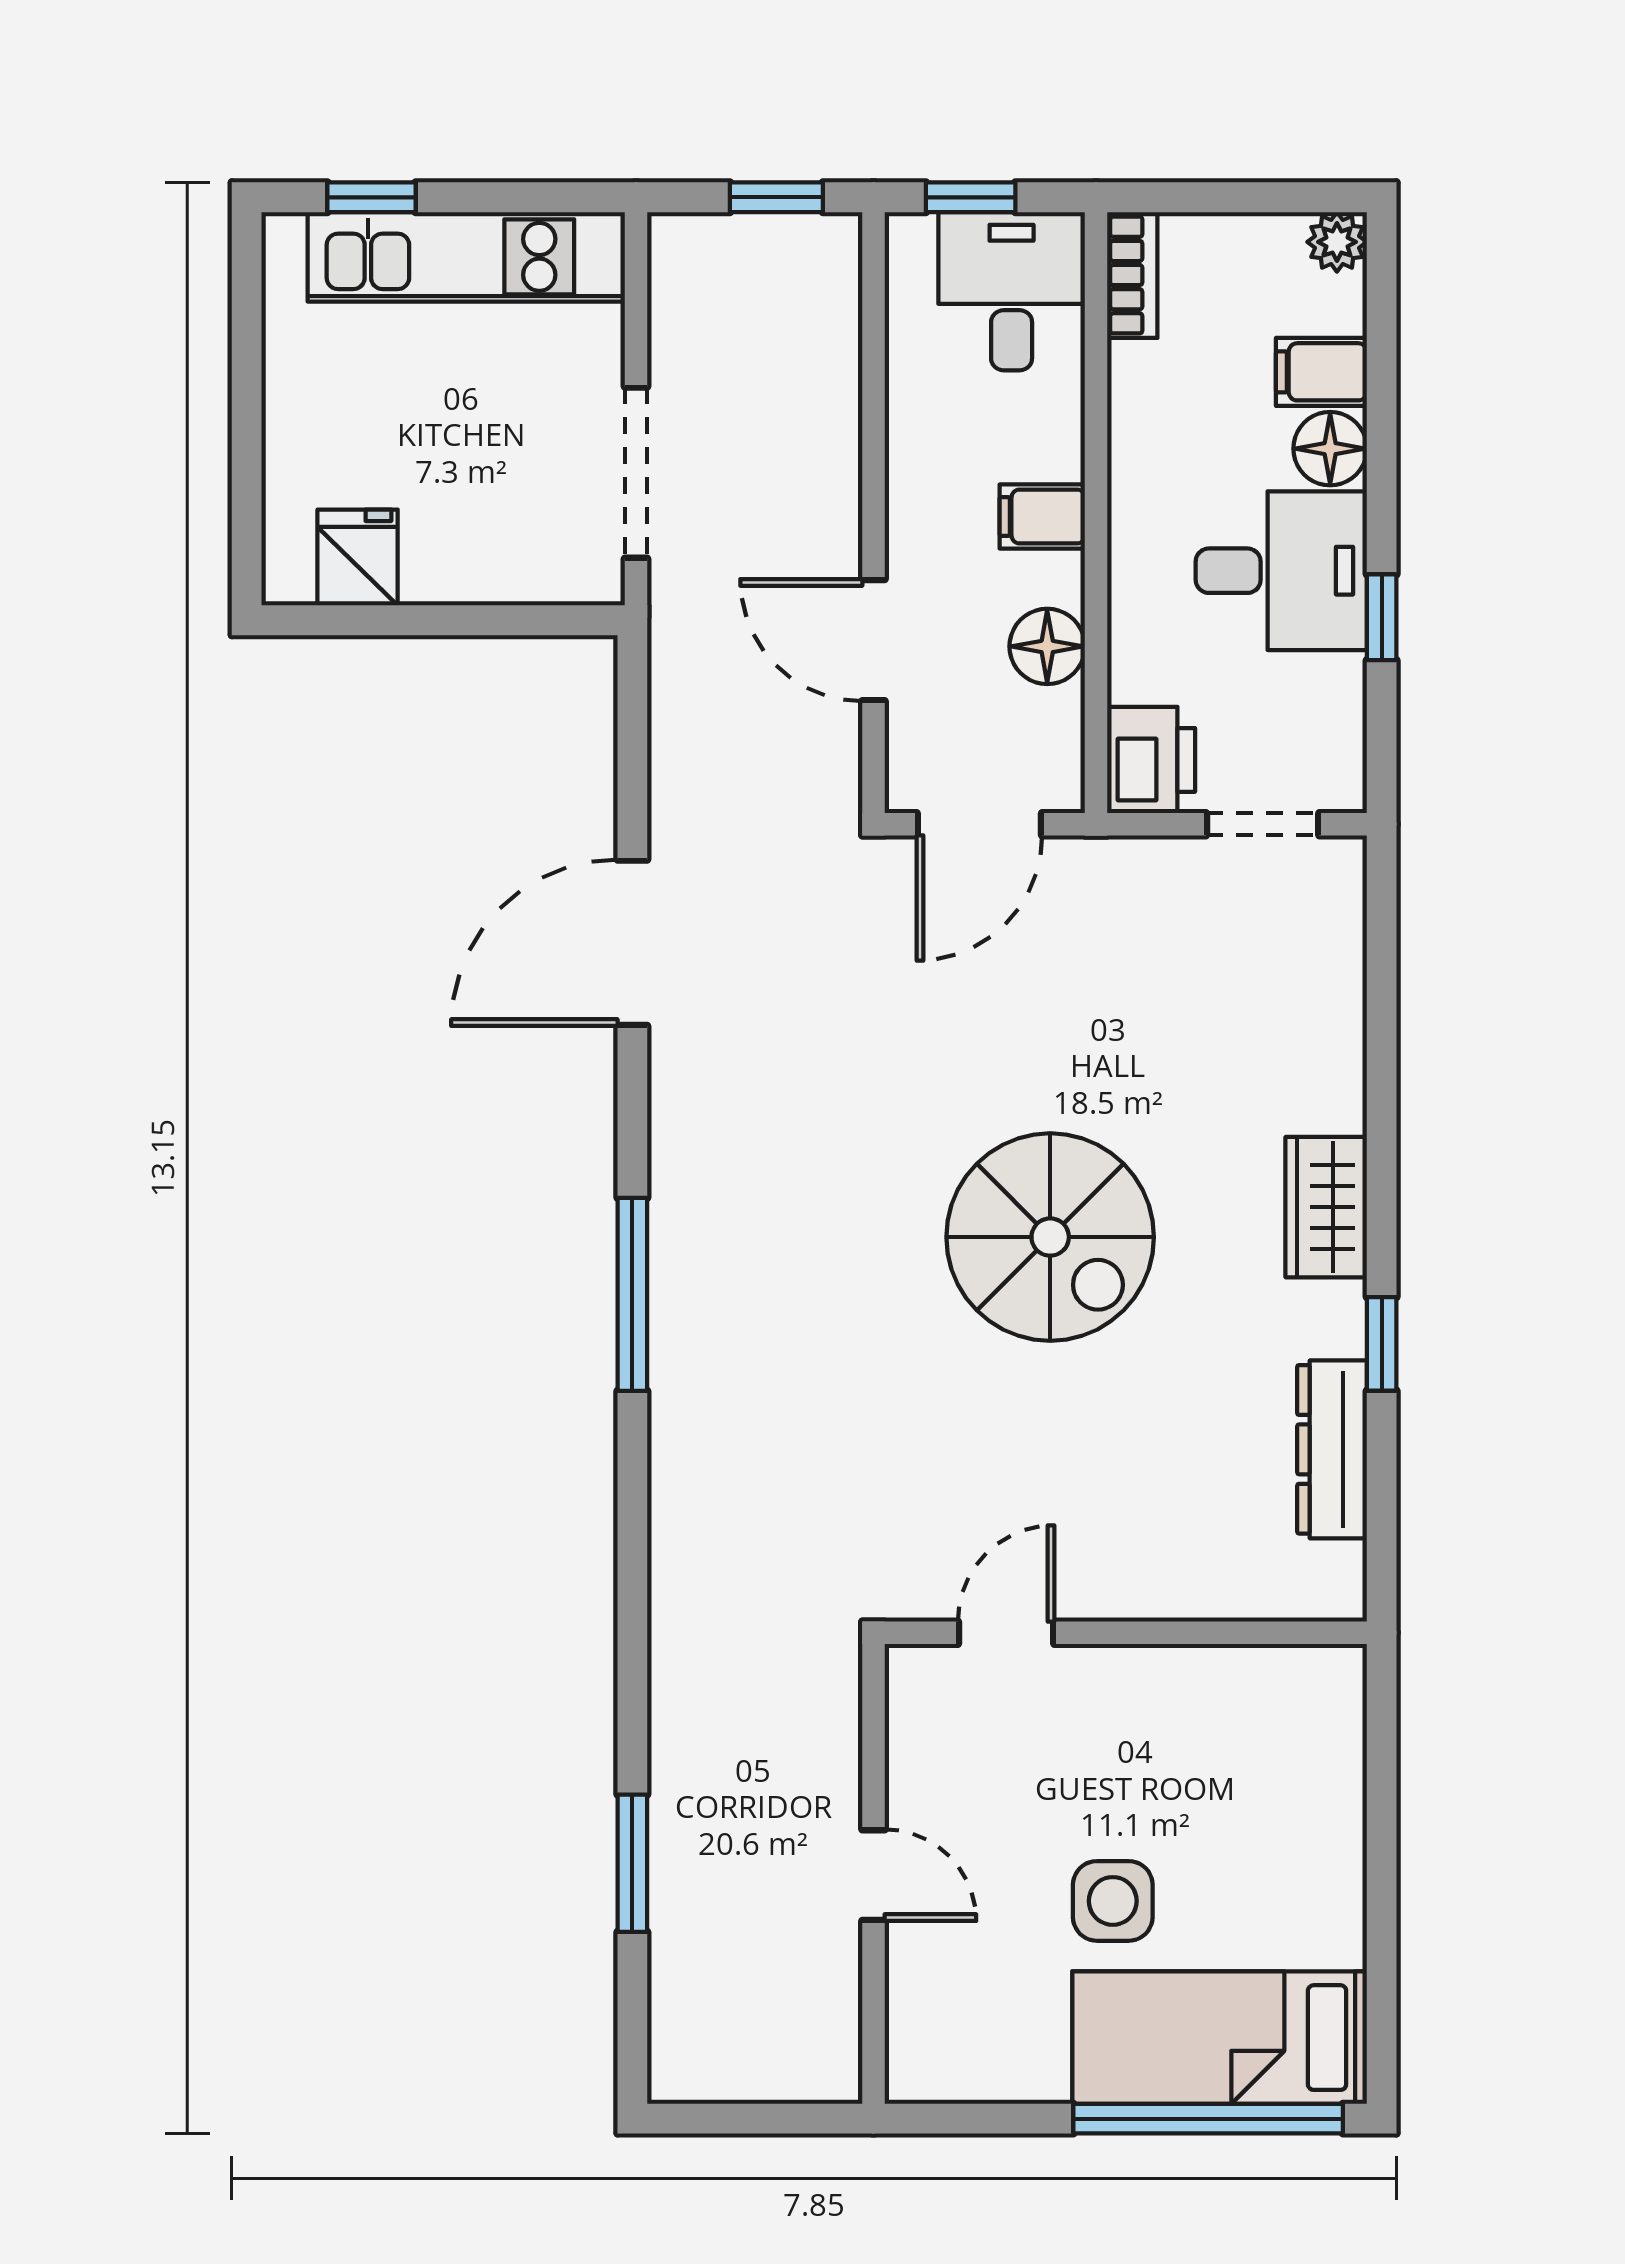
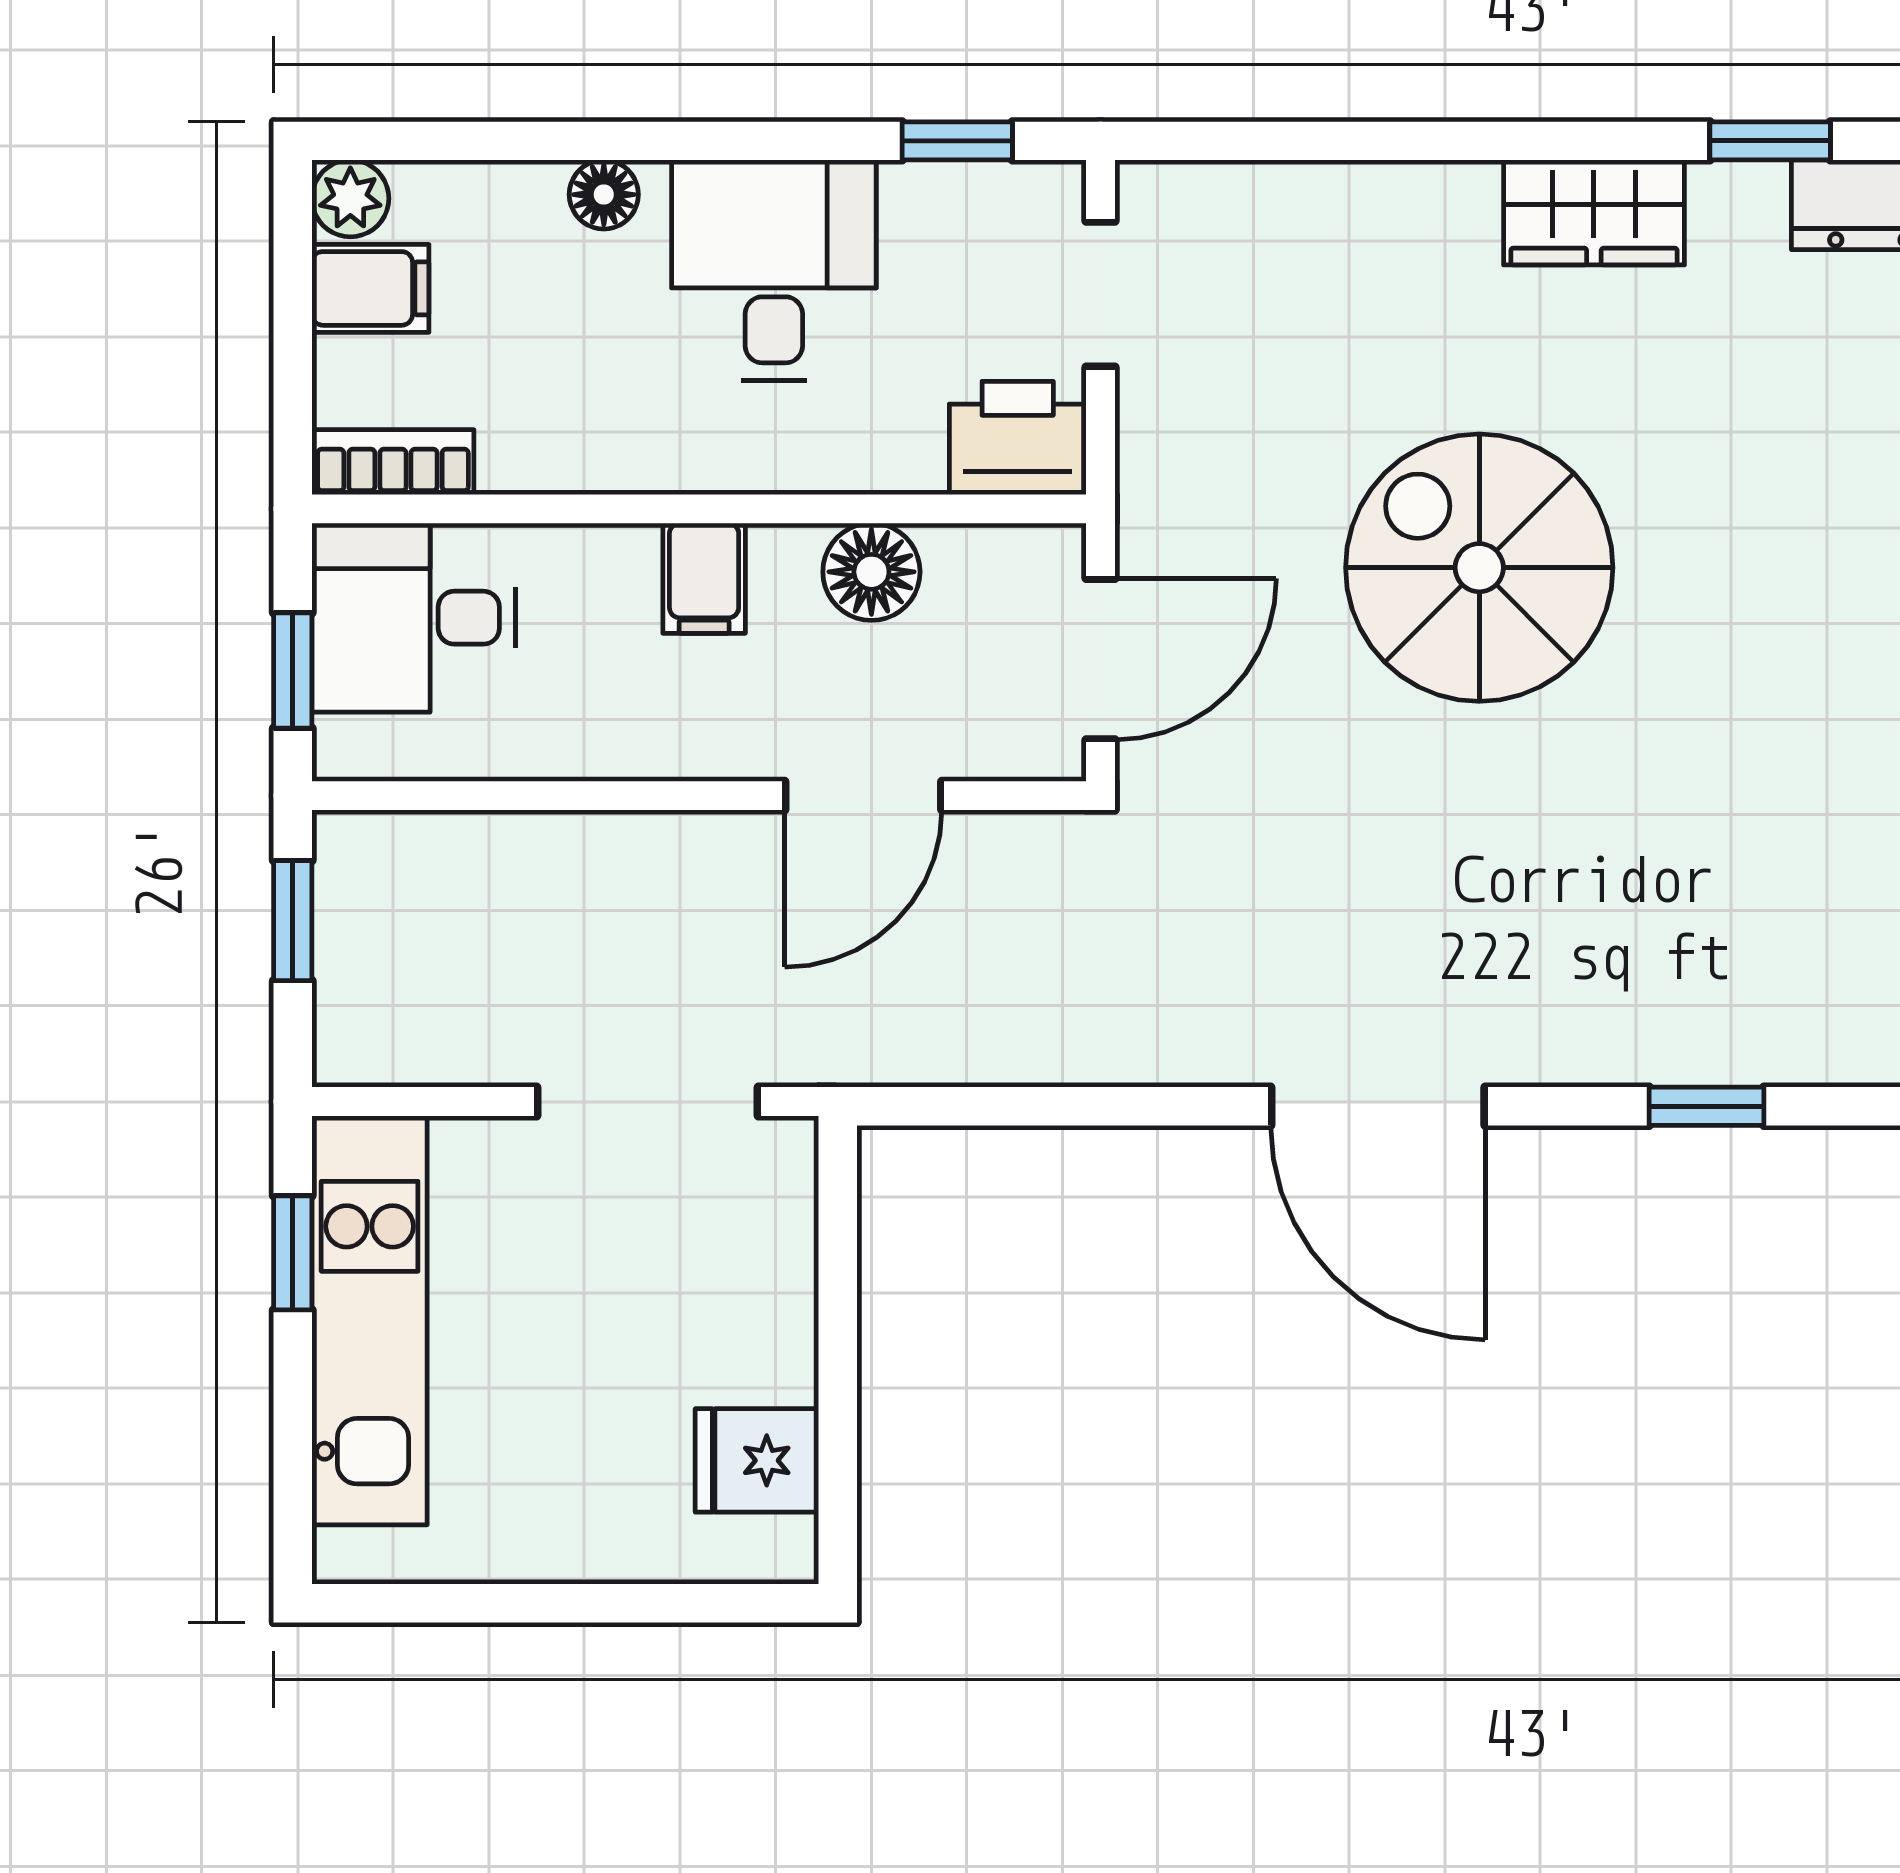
window: (372, 197) -> (293, 1253), moved
filing cabinet: (1321, 372) -> (370, 288), moved, turned -90
floor lamp: (1330, 449) -> (604, 195), width x0.73, depth x0.73
window: (1382, 617) -> (957, 141), moved
door: (979, 824) -> (1100, 659), hinge flipped
door: (632, 943) -> (1378, 1106), moved
spiral stairs: (1050, 1237) -> (1479, 568), moved, turned -90
window: (632, 1294) -> (1706, 1106), width x0.46

